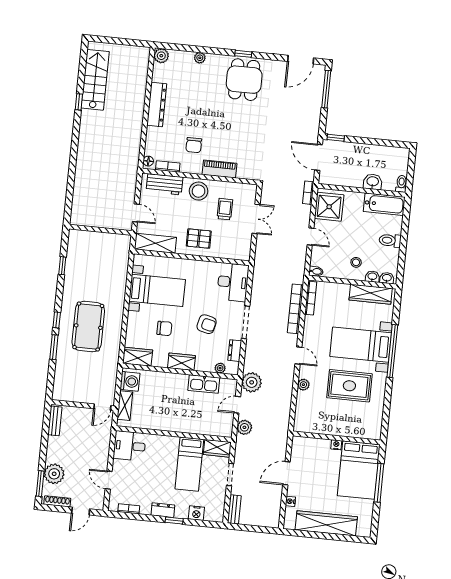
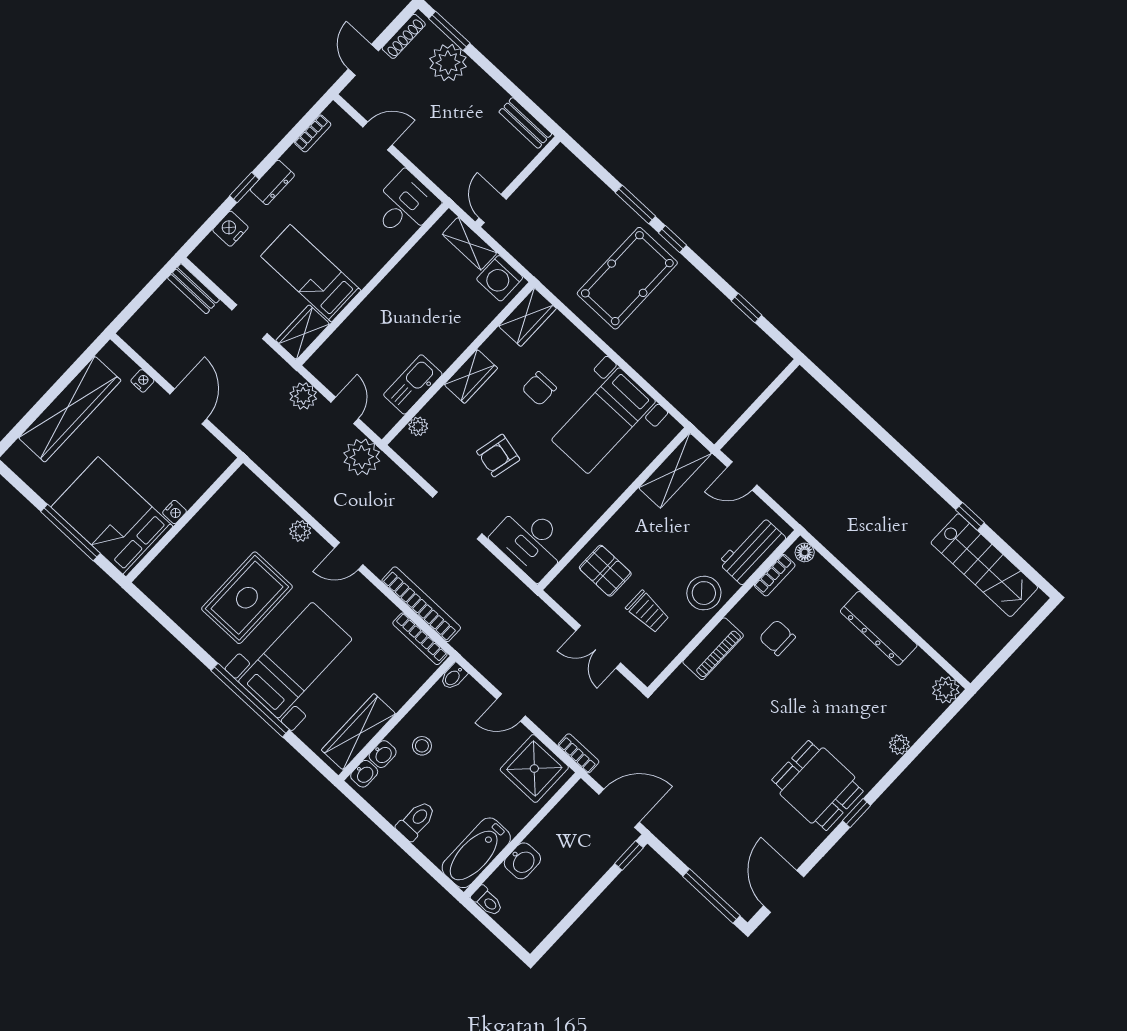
pallet: (199, 239) -> (605, 571), moved, turned 90
pool table: (88, 327) -> (627, 278), turned 90
dresser: (235, 351) -> (428, 468), removed

